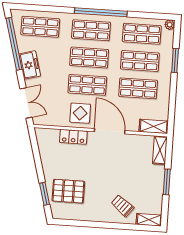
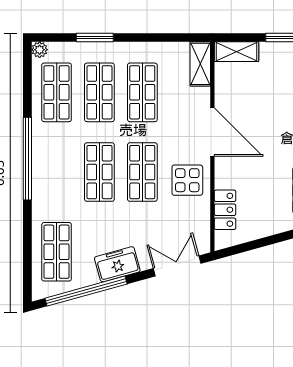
shop shelf: (91, 30) -> (57, 172), removed
door: (110, 131) -> (212, 132), swing flipped
locker: (73, 137) -> (225, 210), moved

